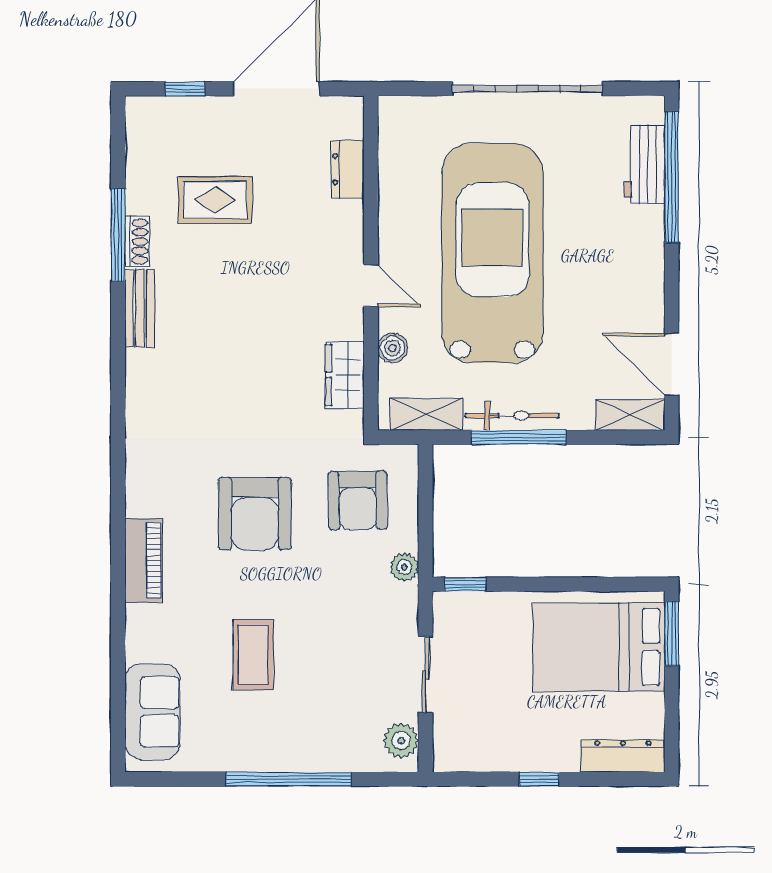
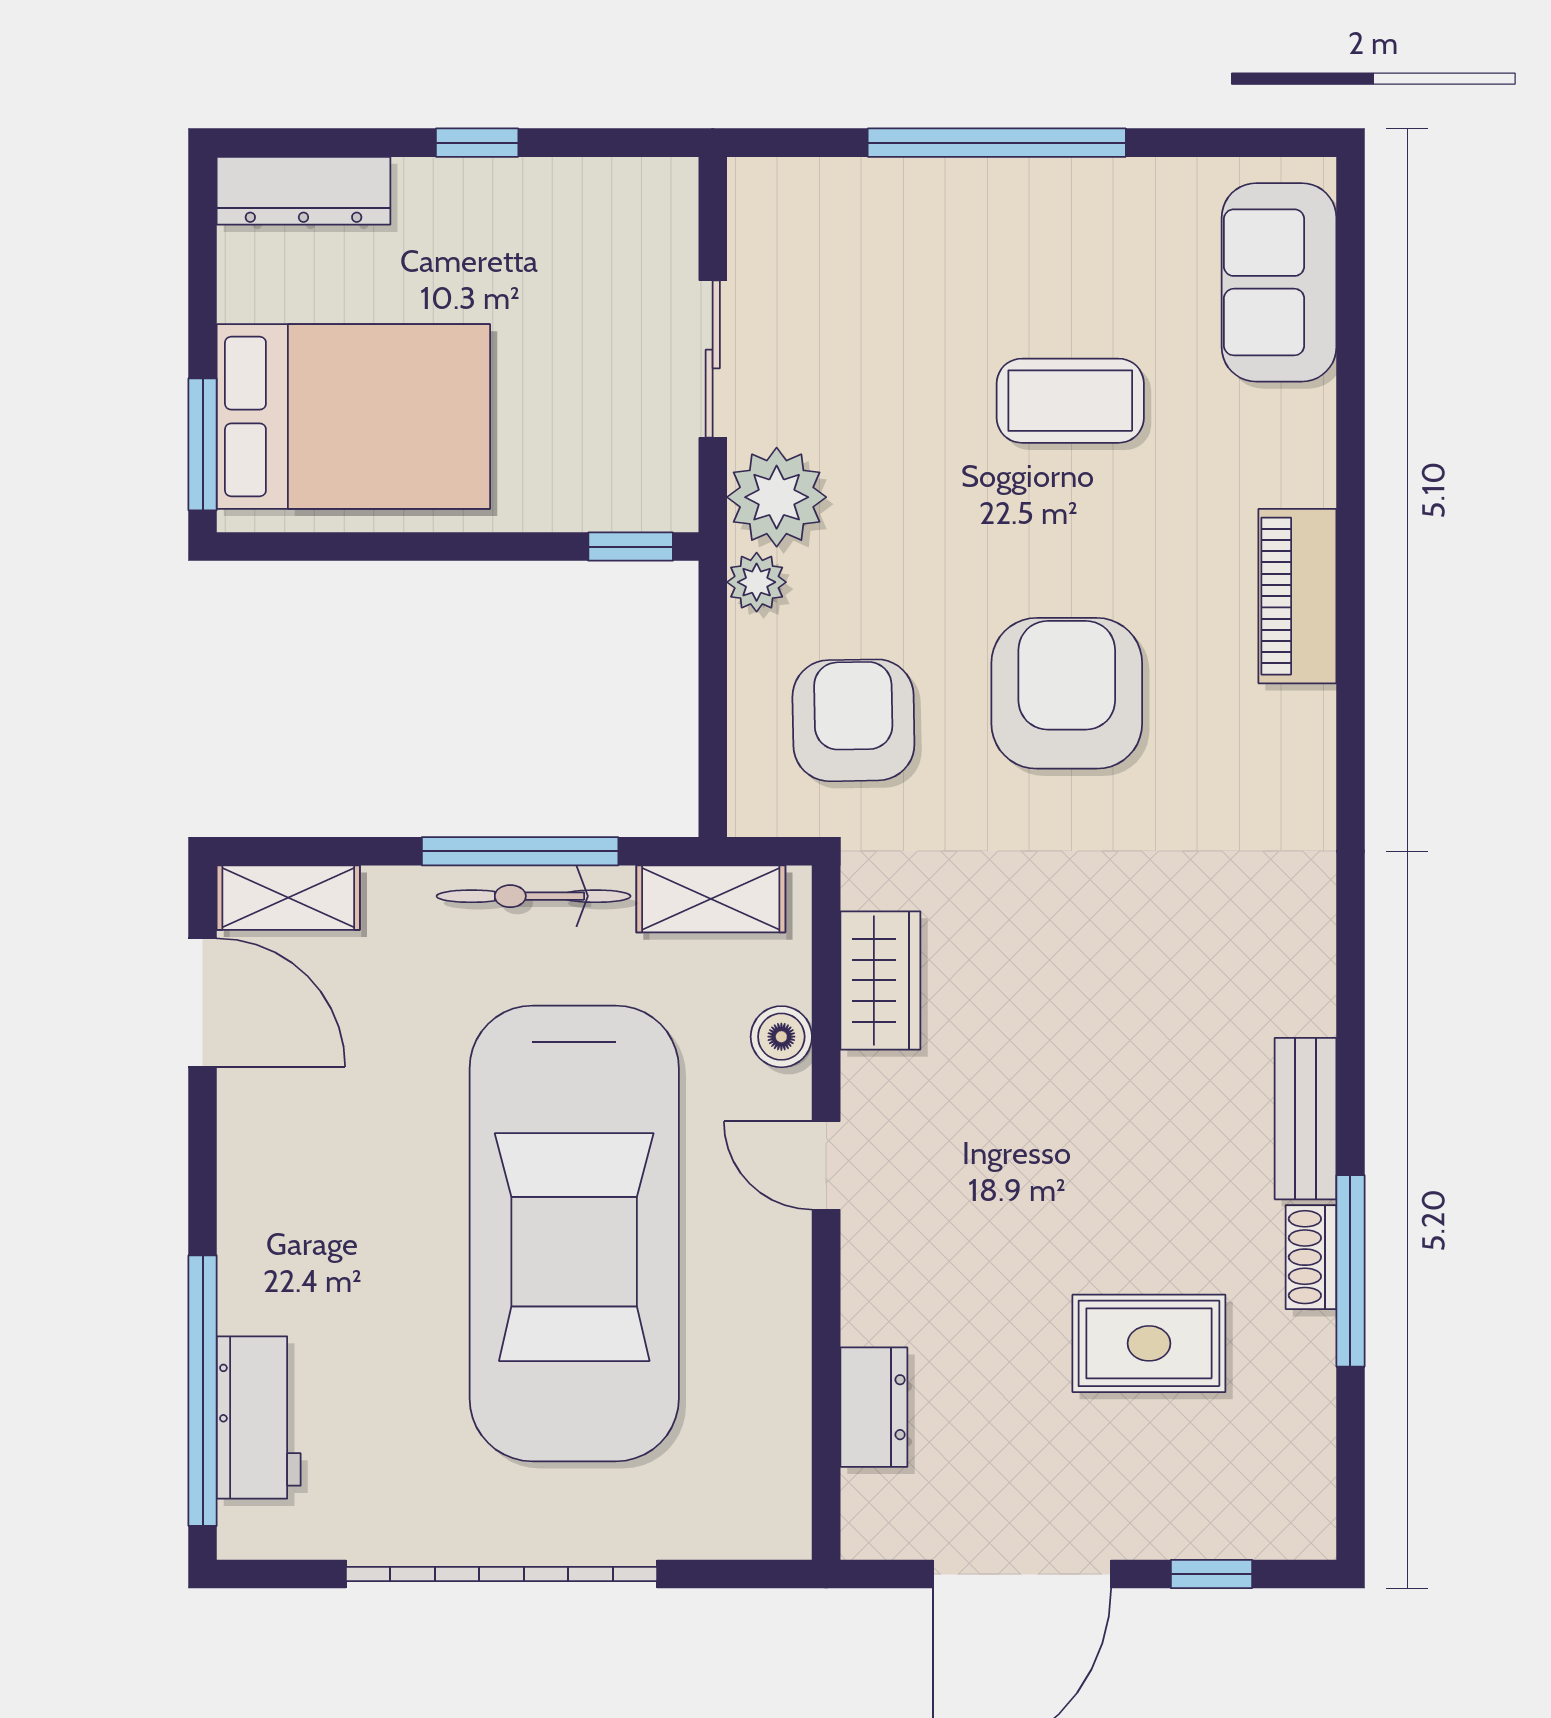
coffee table: (253, 655) -> (1070, 401), turned 90
plant: (401, 741) -> (777, 497), moved, width x1.36, depth x1.36

